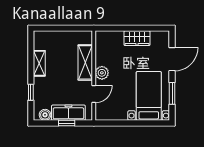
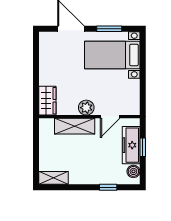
wardrobe: (137, 38) -> (47, 101), moved
shelving: (39, 63) -> (54, 178), moved
door: (94, 94) -> (110, 117), swing flipped

